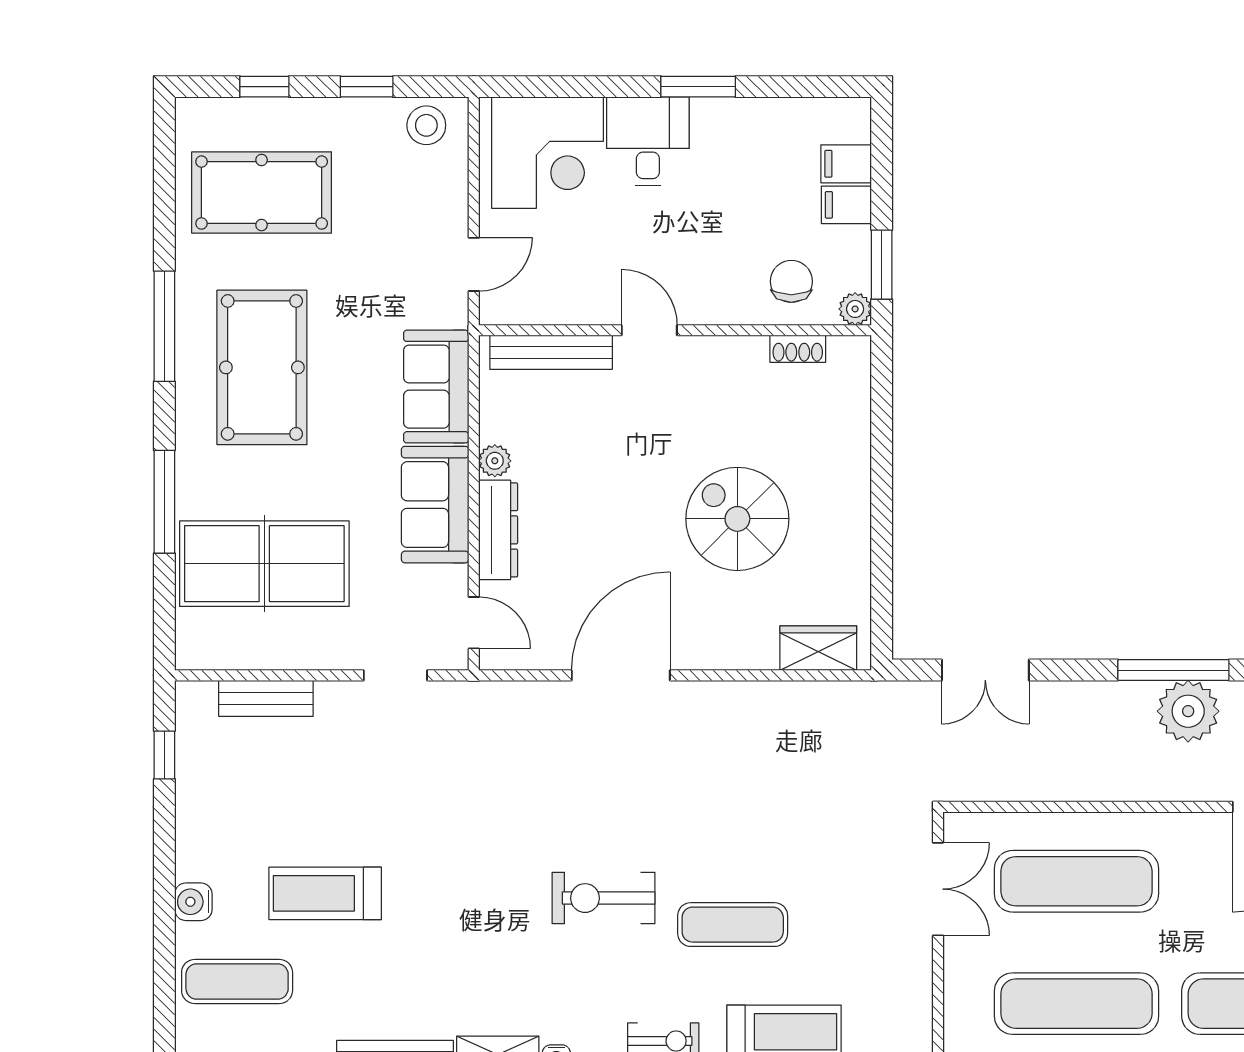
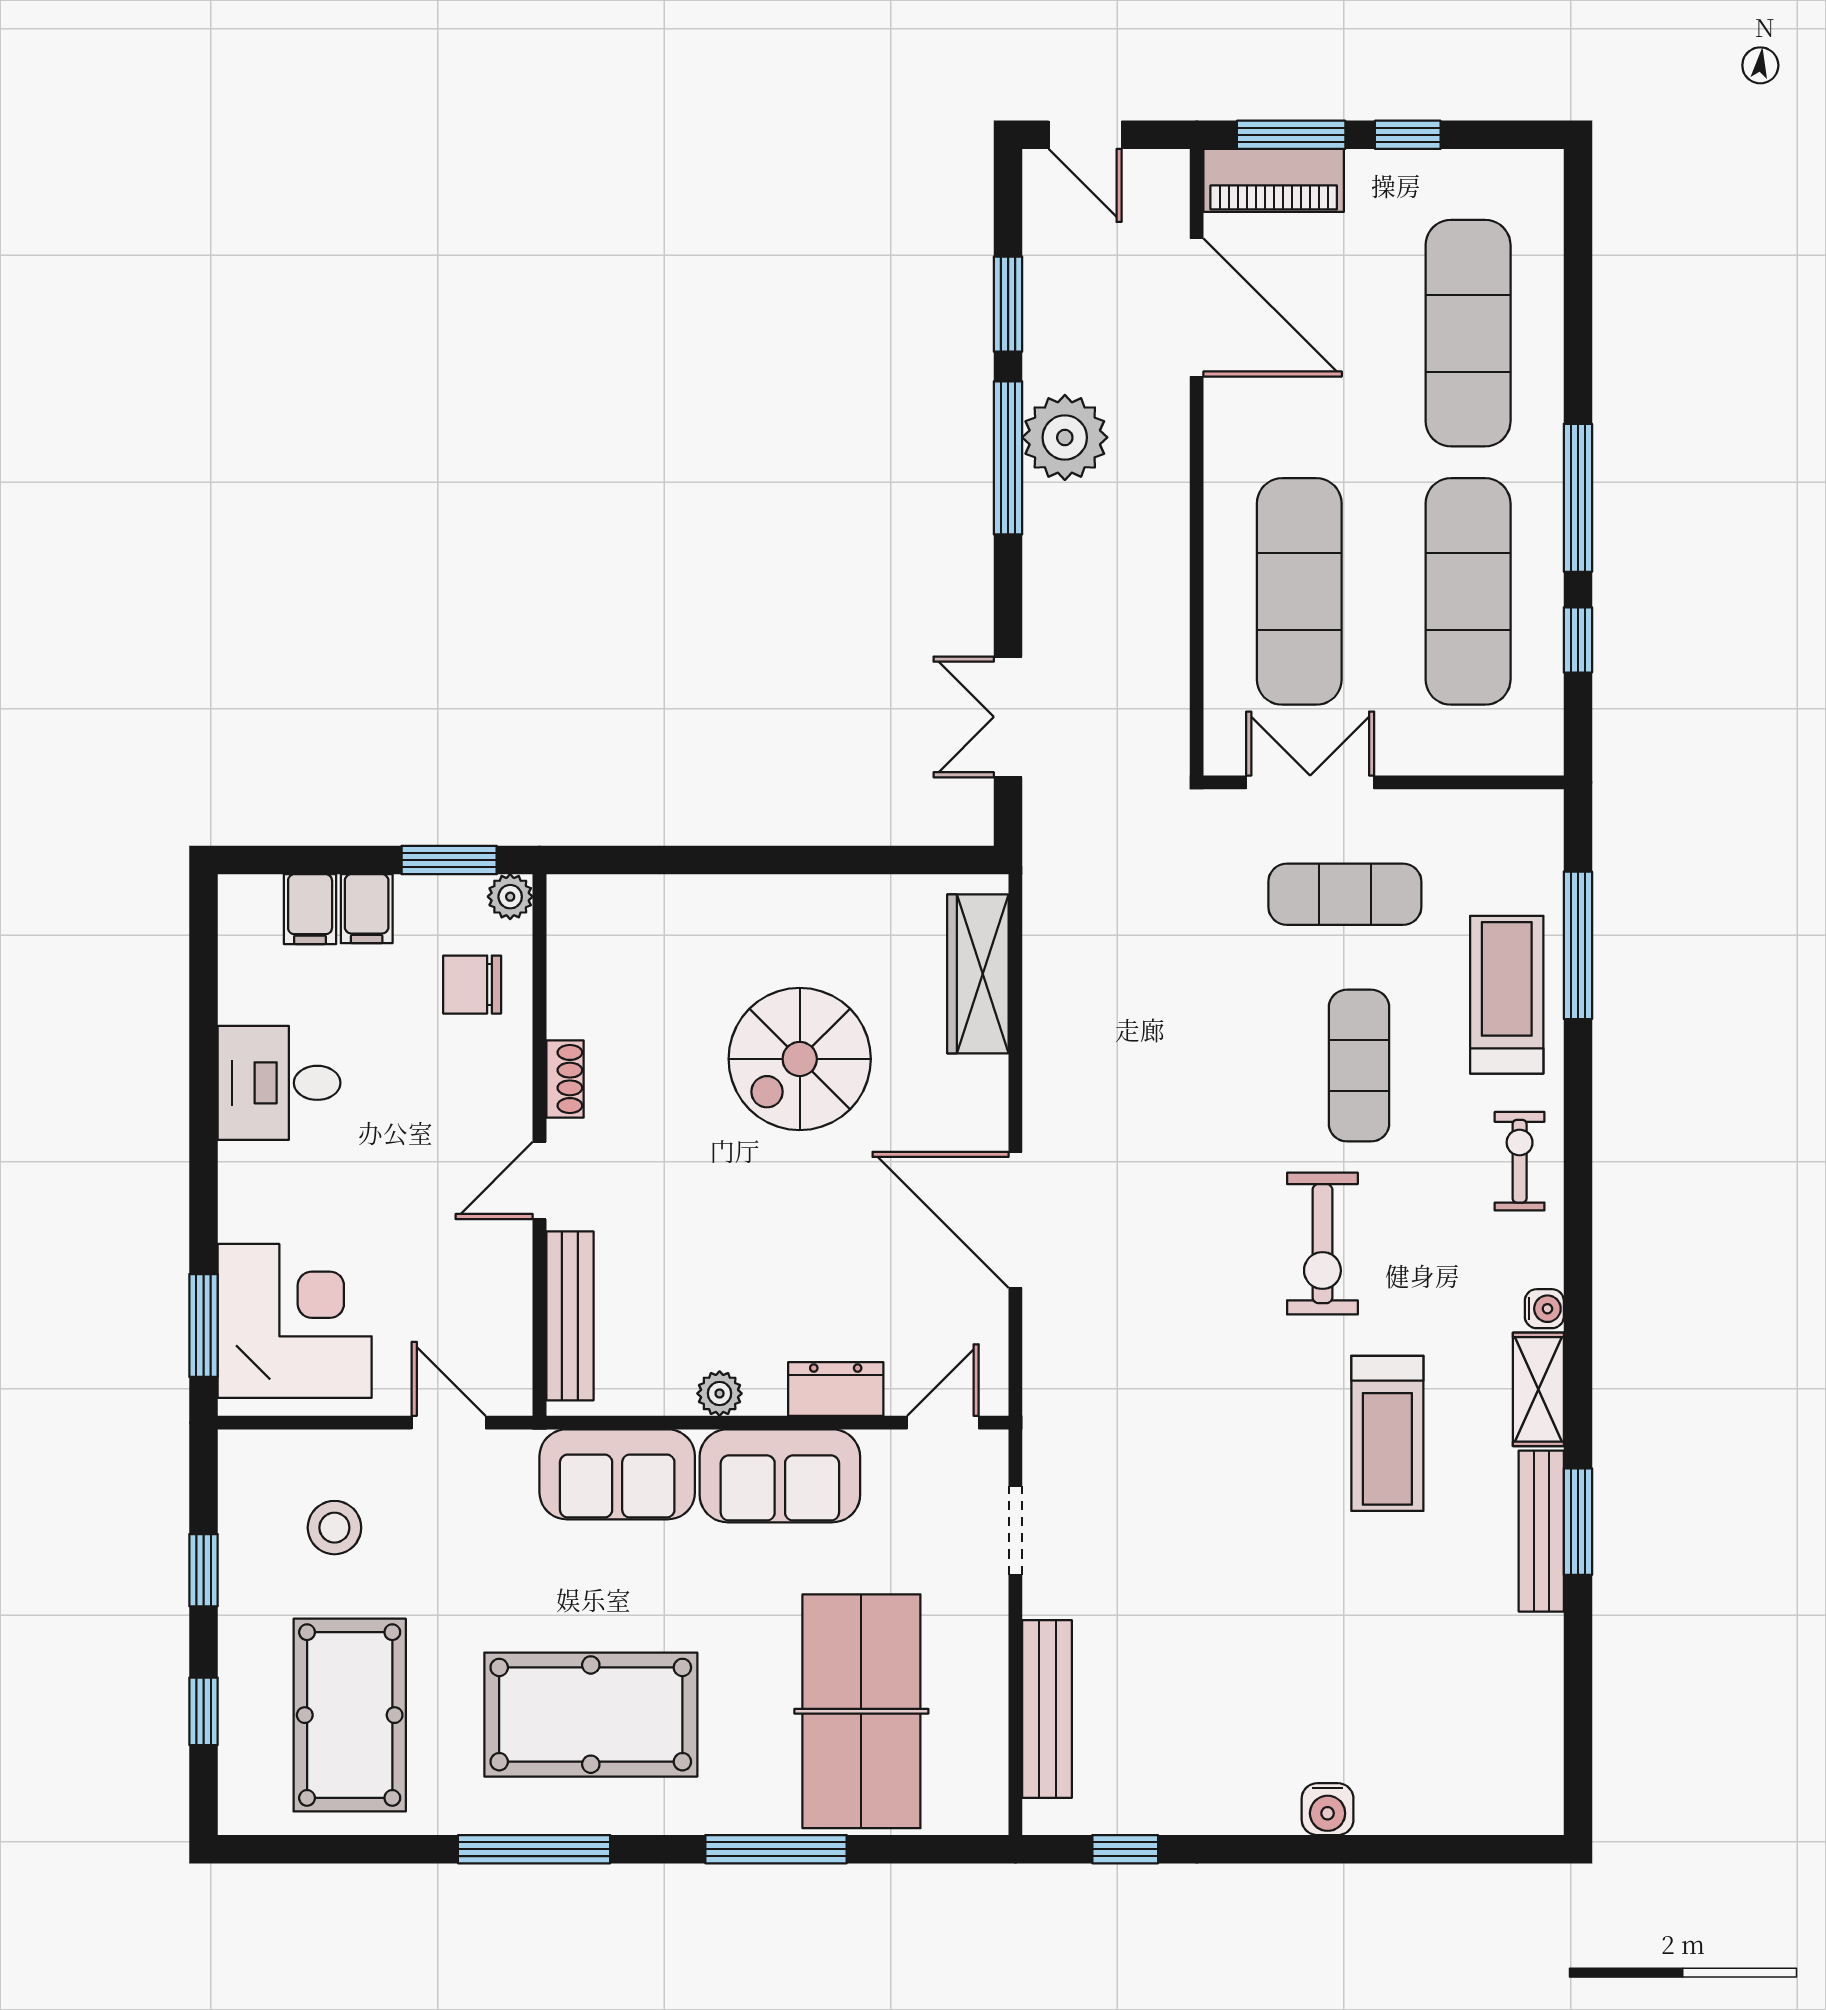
window: (698, 87) -> (204, 1325), moved
stool: (426, 125) -> (334, 1528), moved
desk: (648, 141) -> (279, 1083), moved
shoe rack: (798, 349) -> (565, 1079), moved
dresser: (498, 530) -> (836, 1389), width x0.70
wardrobe: (818, 648) -> (978, 974), width x1.50
double door: (985, 670) -> (1008, 717), swing flipped
bench: (266, 698) -> (1047, 1709), width x1.36
treadmill: (325, 893) -> (1387, 1433), moved
exercise mat: (237, 981) -> (1345, 894), moved, turned 90

